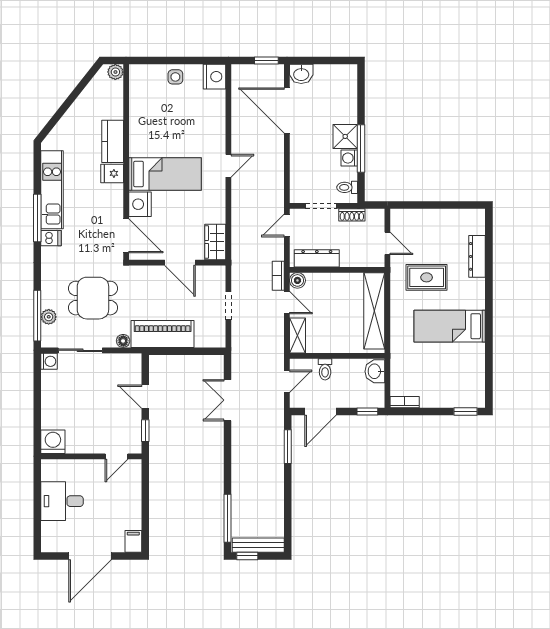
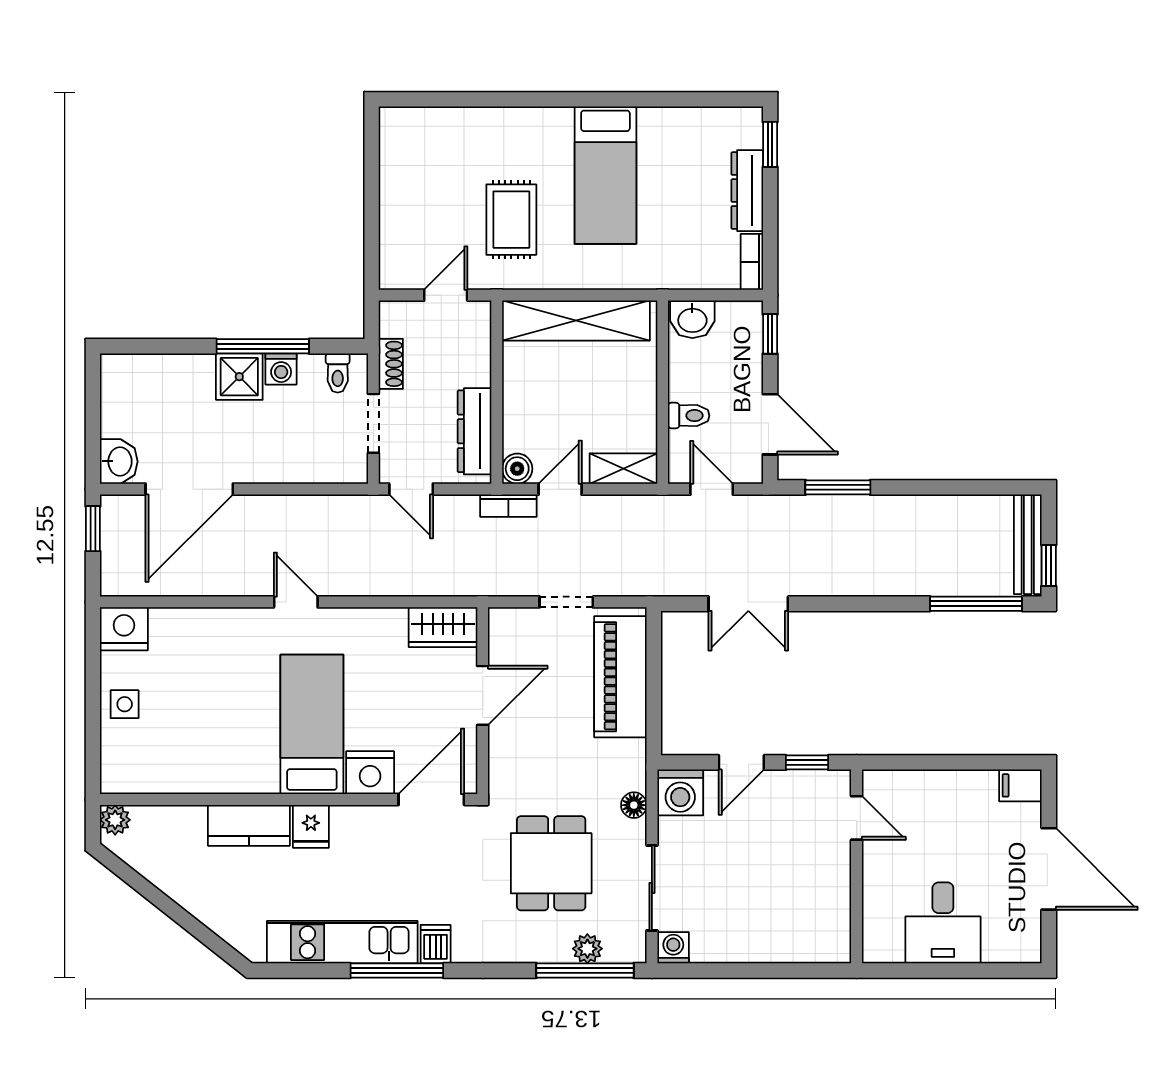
dresser: (477, 256) -> (747, 191), moved, turned 90
piano: (163, 334) -> (620, 677), moved
washing machine: (53, 442) -> (680, 792), moved, turned -90

